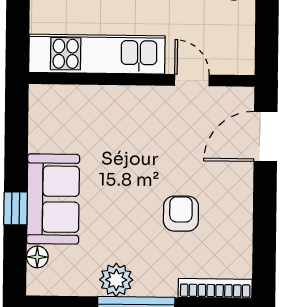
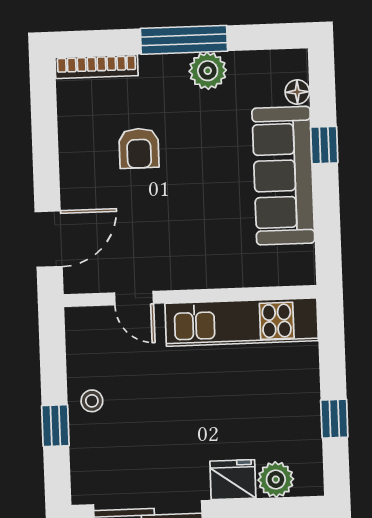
sofa: (53, 199) -> (283, 176), width x1.36

